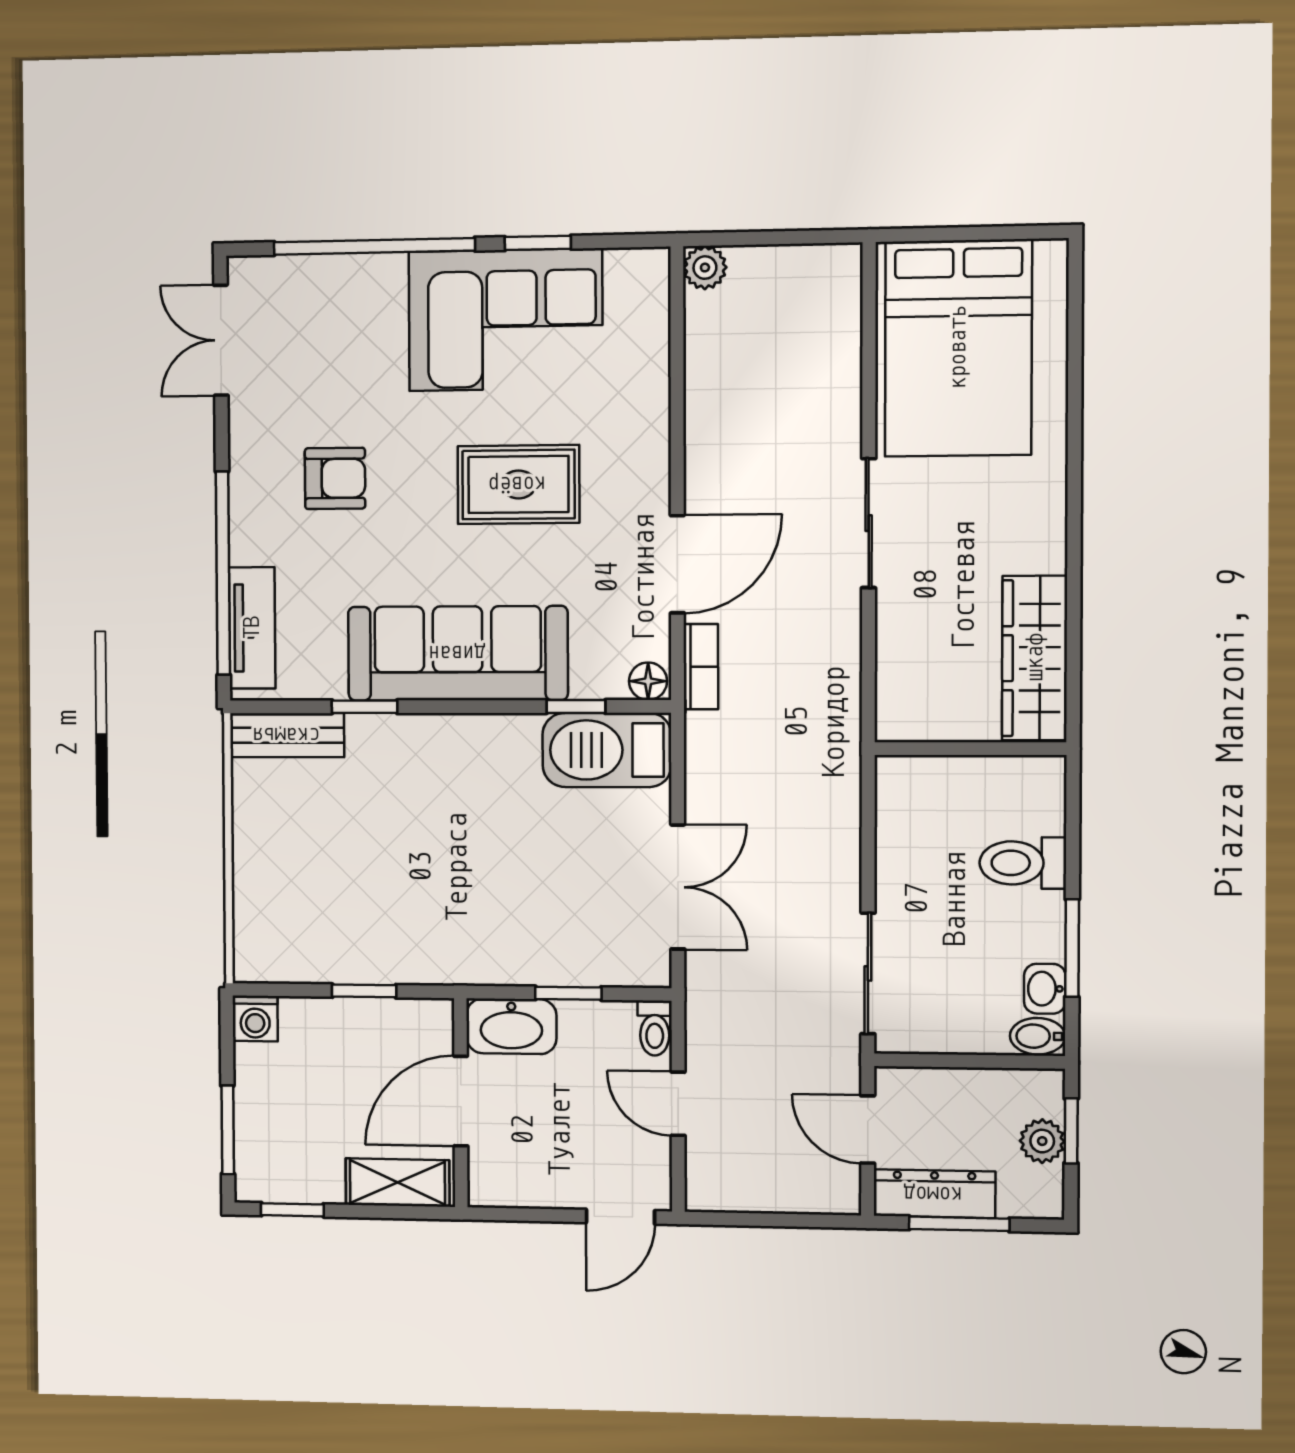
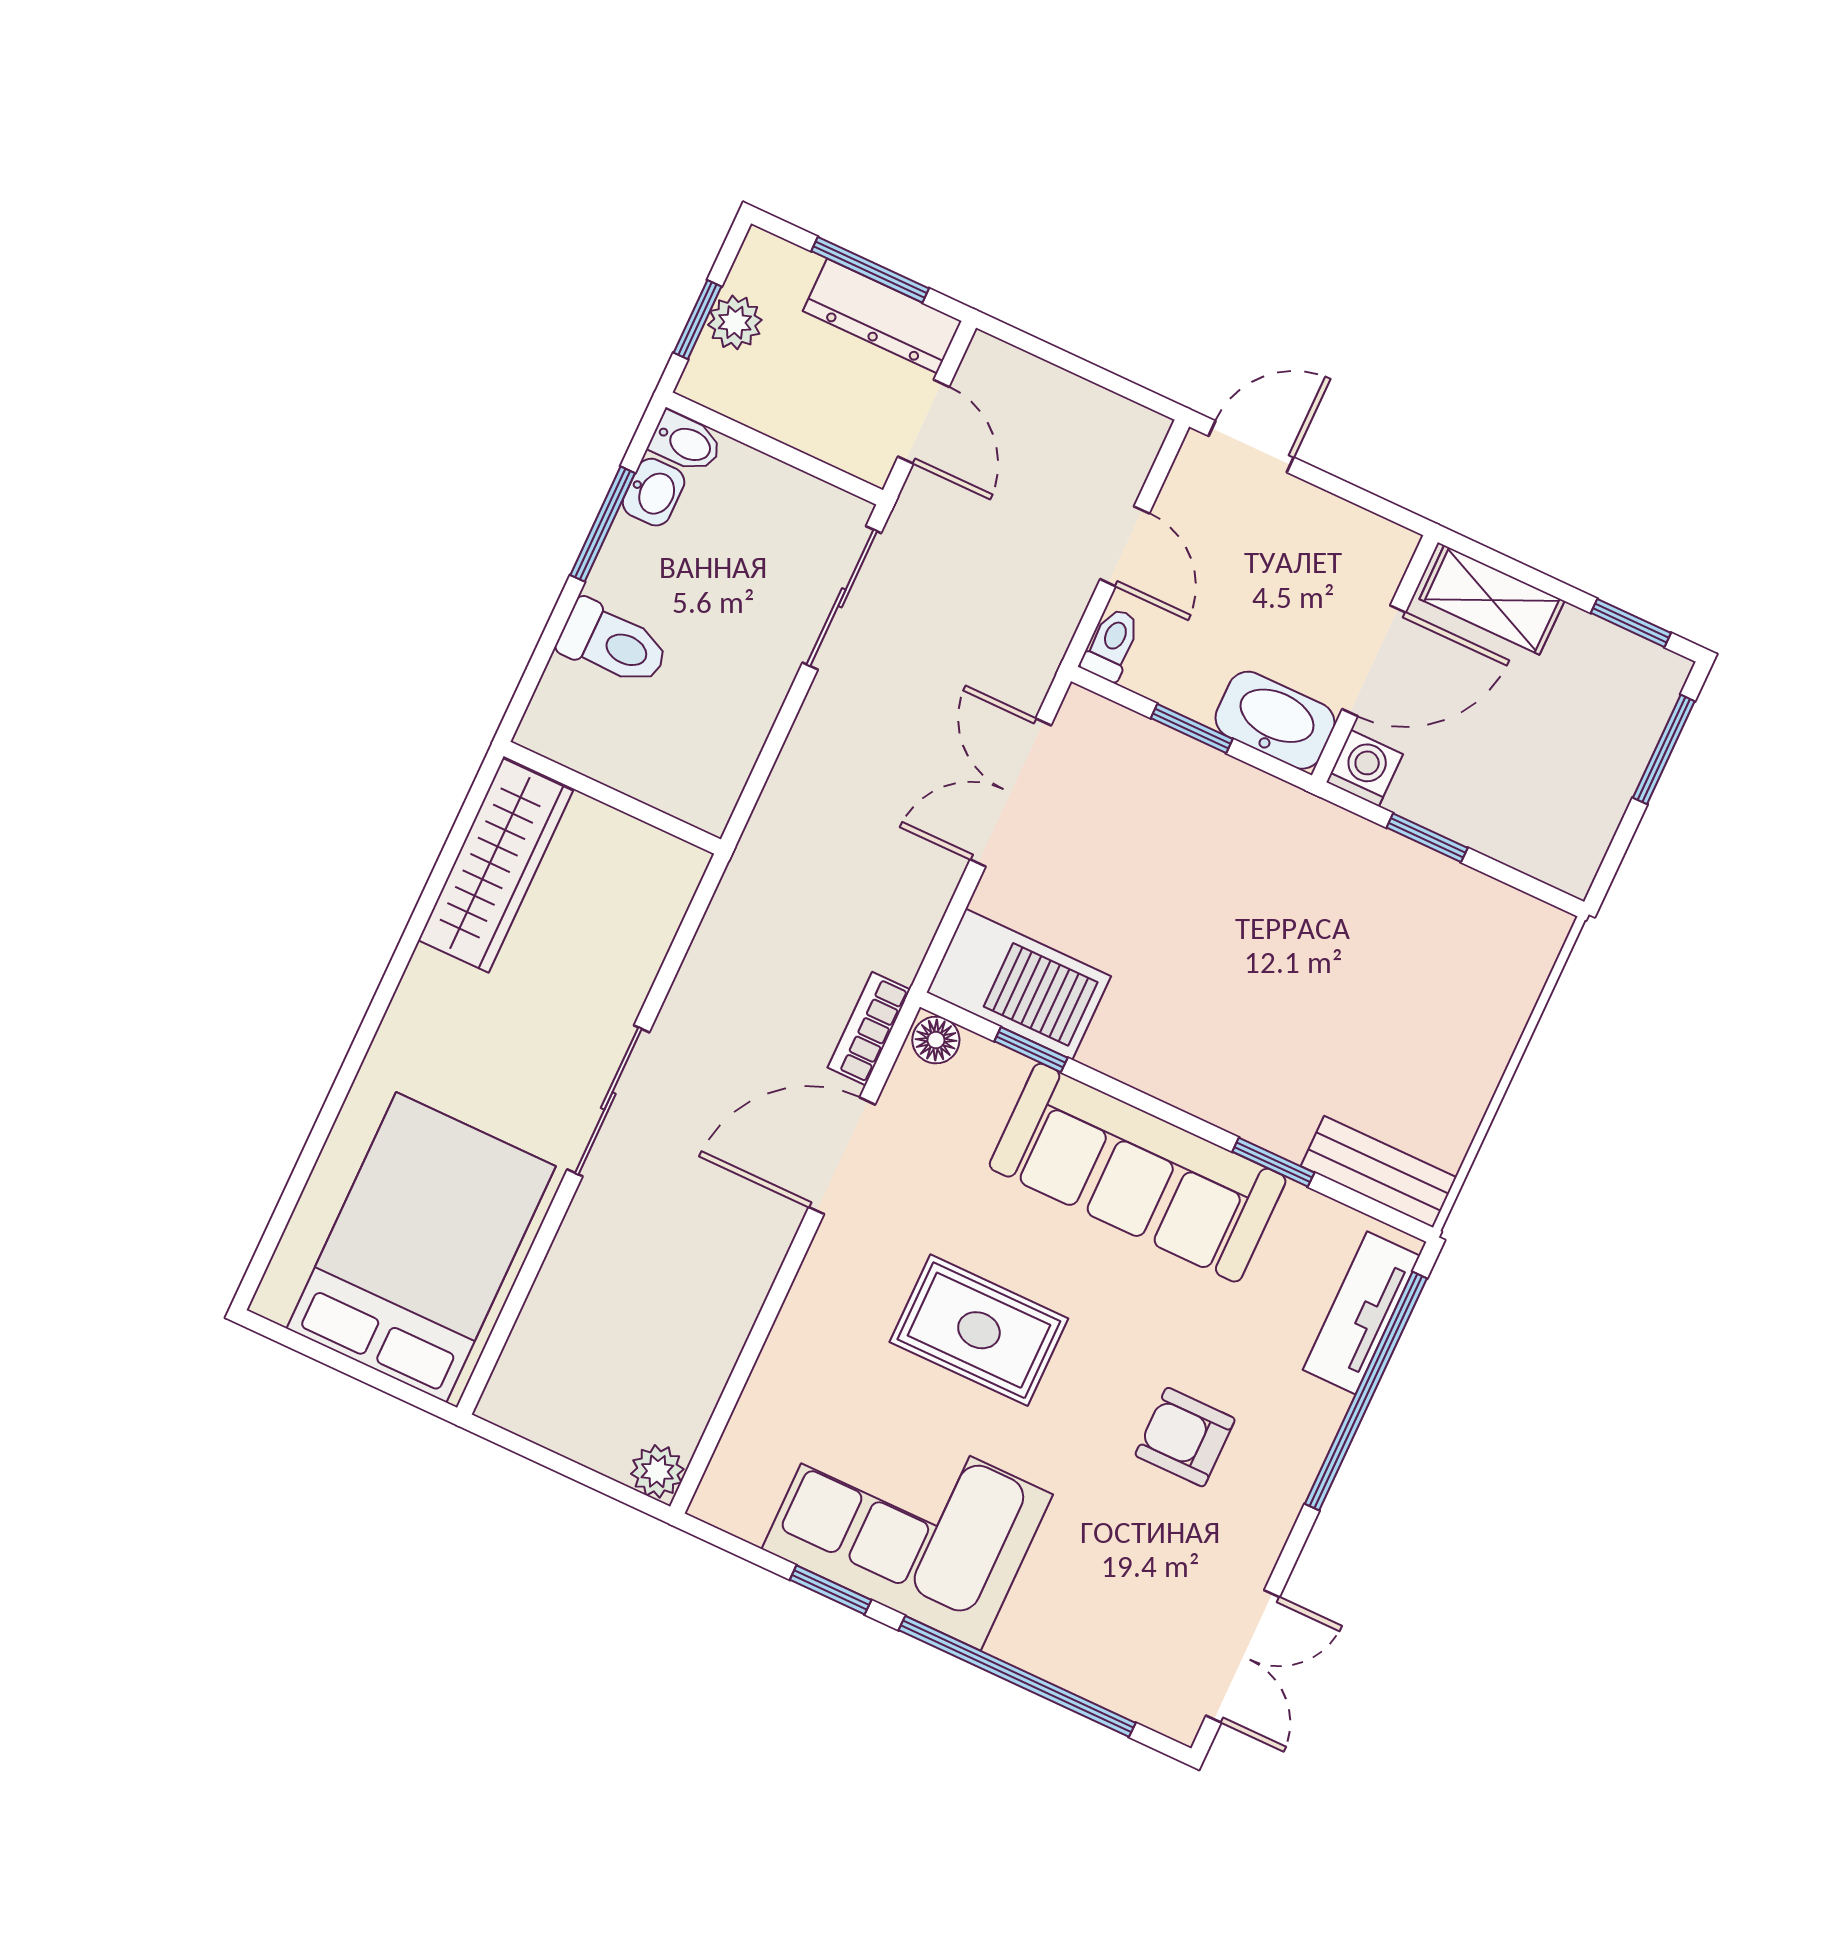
washing machine: (255, 1019) -> (1365, 768), moved

